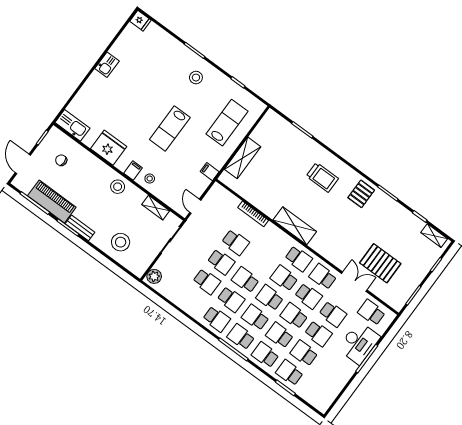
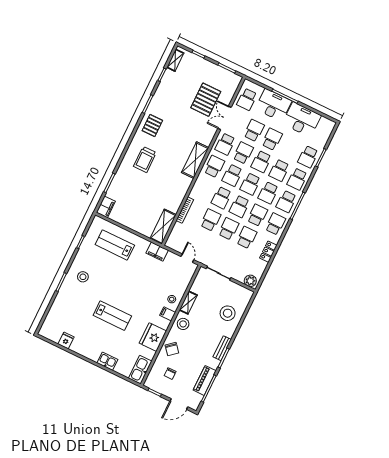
fridge: (140, 21) -> (66, 340), moved
kitchen sink: (107, 65) -> (107, 361), moved
filing cabinet: (274, 120) -> (106, 207), added
lab bench: (170, 128) -> (112, 316), moved
shelving: (243, 158) -> (163, 227), moved, turned 90
chair: (90, 168) -> (172, 349), added
filing cabinet: (210, 172) -> (157, 252), width x2.00
trolley: (322, 177) -> (145, 160), turned 180
pallet: (361, 194) -> (152, 125), turned 90
piano: (52, 202) -> (205, 380), width x0.73, depth x0.75
door: (195, 206) -> (187, 258), swing flipped
shelving: (156, 208) -> (188, 303), moved
shelving: (295, 226) -> (195, 160), moved
locker: (185, 304) -> (268, 252), added
school desk: (304, 353) -> (221, 198), moved
desk: (335, 373) -> (302, 120), added

